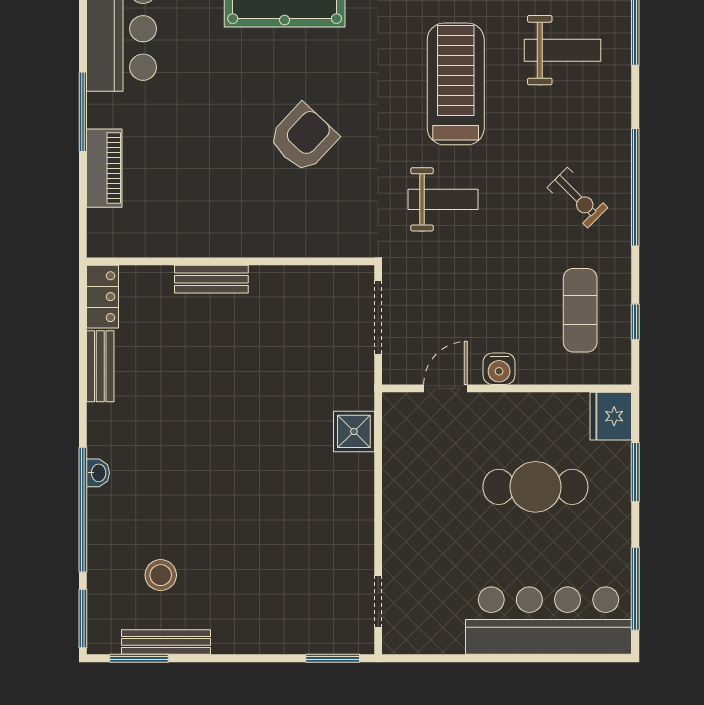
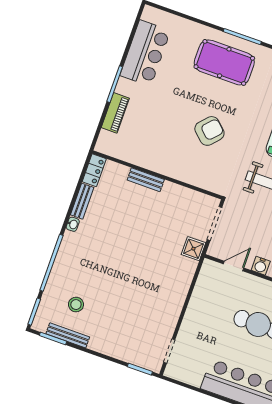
shower: (354, 431) -> (193, 249), moved
washbasin: (98, 473) -> (73, 224), moved

